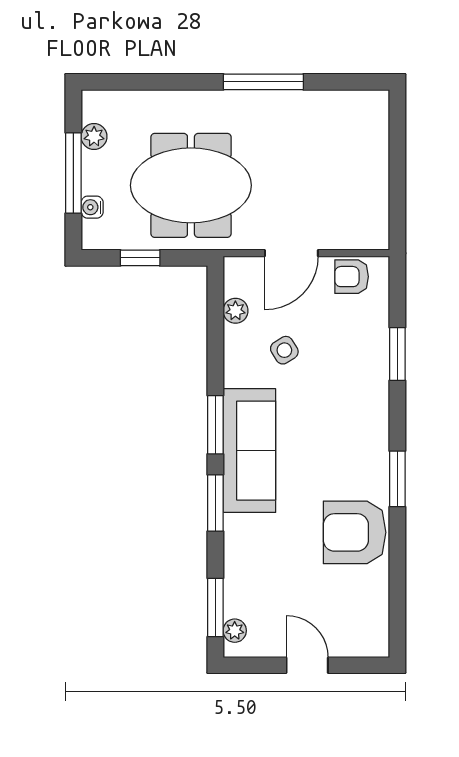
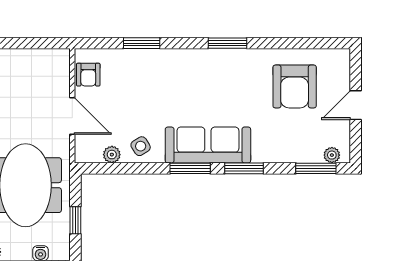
side table: (284, 350) -> (141, 146), moved
armchair: (355, 532) -> (295, 86), moved

